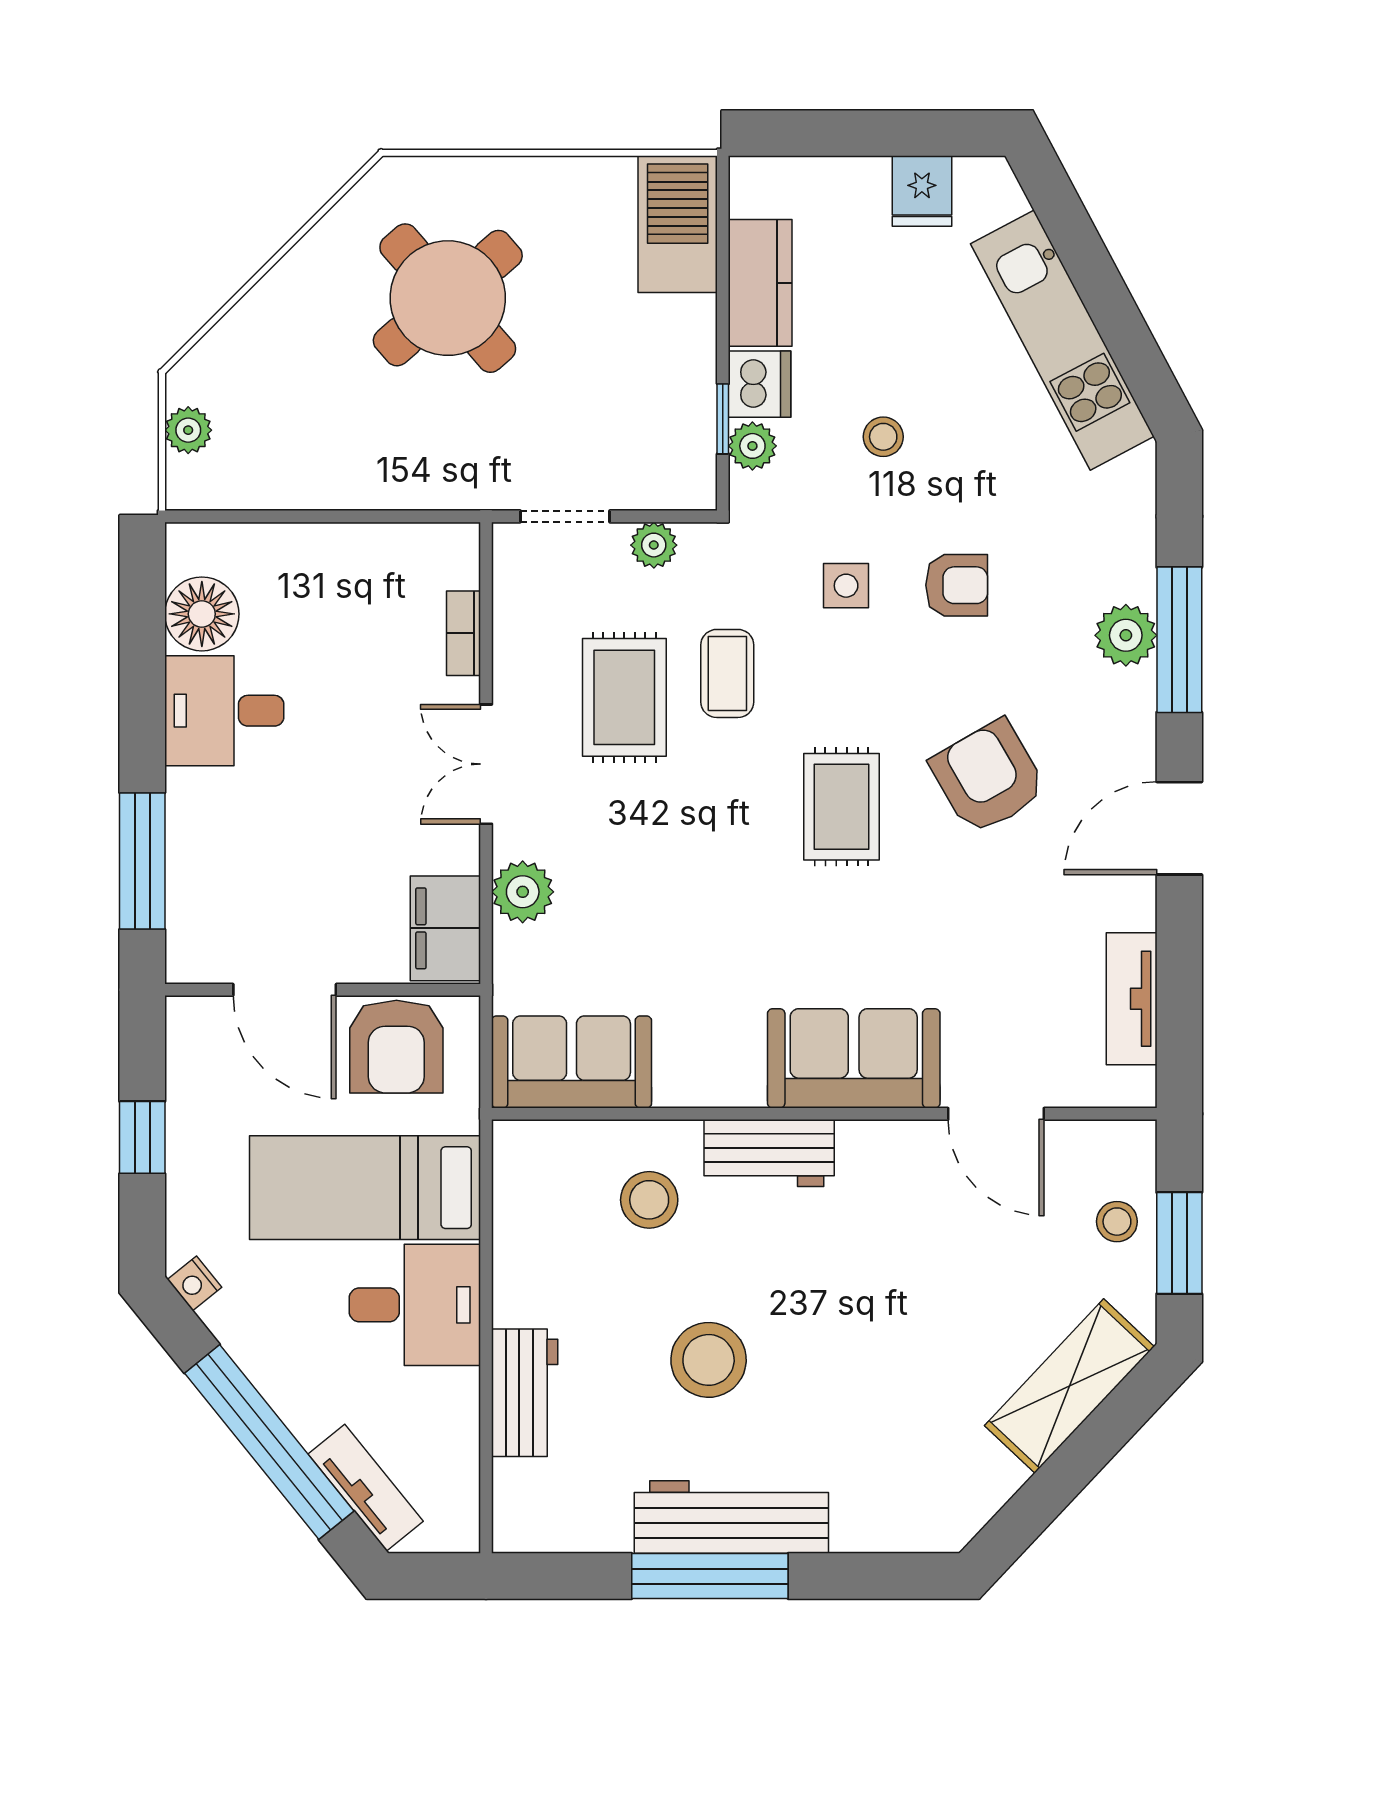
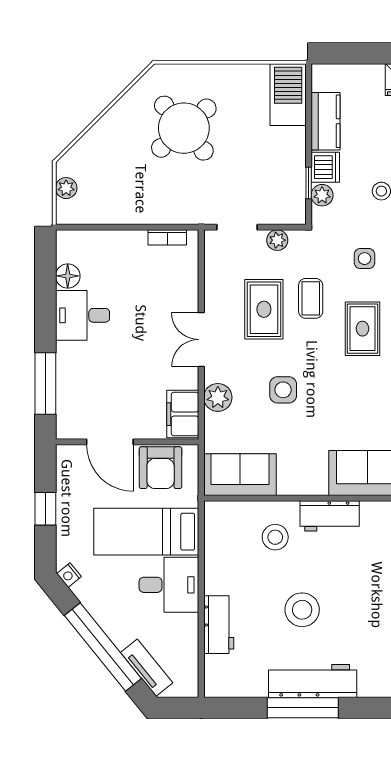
floor lamp: (202, 614) -> (68, 276), width x0.73, depth x0.73
bookcase: (463, 633) -> (167, 237), moved, turned -90
rug: (841, 807) -> (363, 329), moved
side table: (667, 875) -> (283, 390), added

